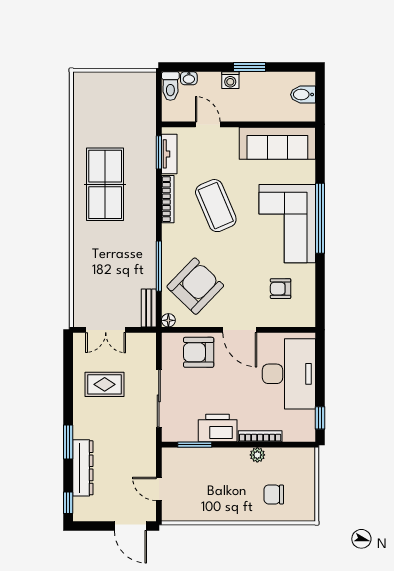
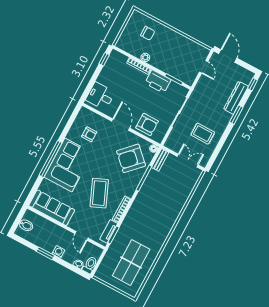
table tennis table: (105, 184) -> (131, 263), moved
desk: (289, 374) -> (100, 96), width x0.53, depth x0.77

